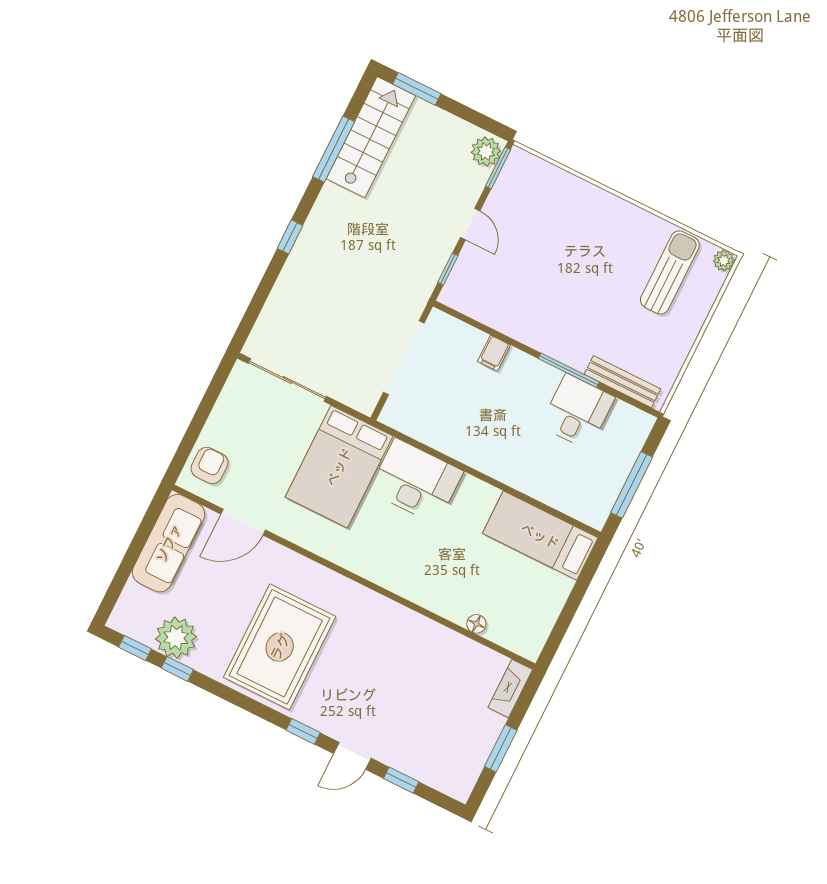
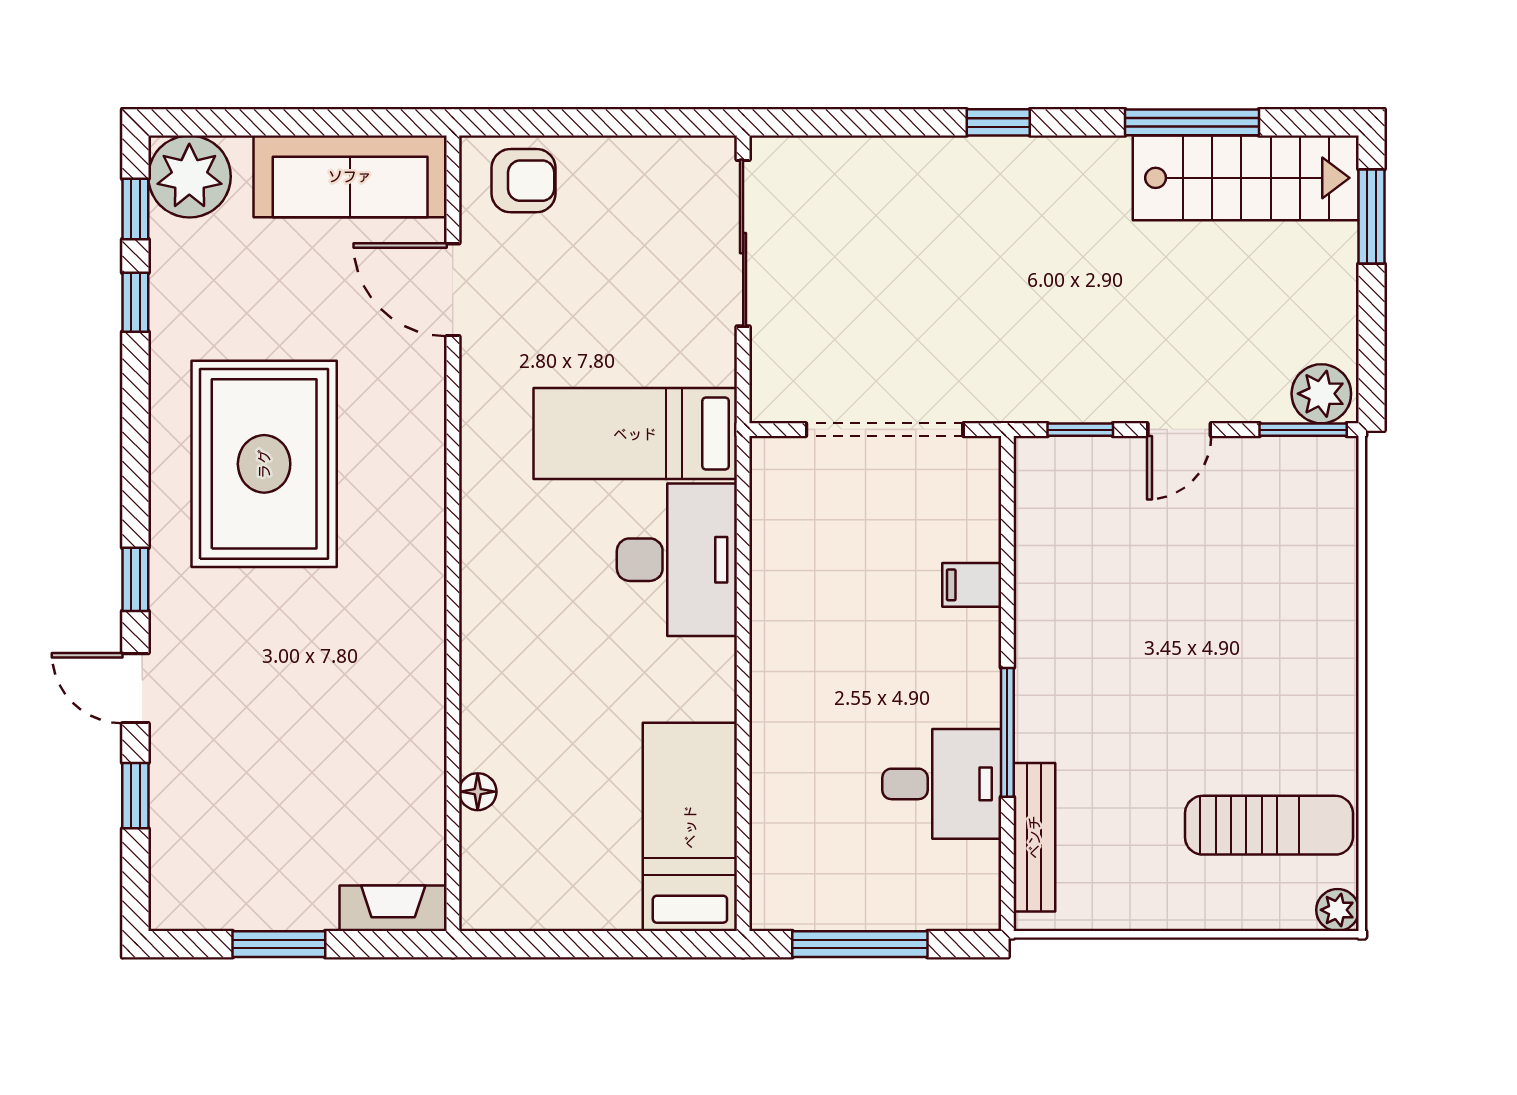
bed: (339, 467) -> (635, 434), width x0.67
plant: (176, 638) -> (189, 177), moved
rug: (280, 647) -> (264, 464), turned 90

